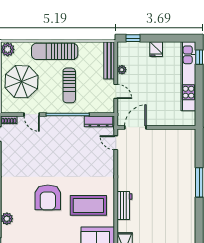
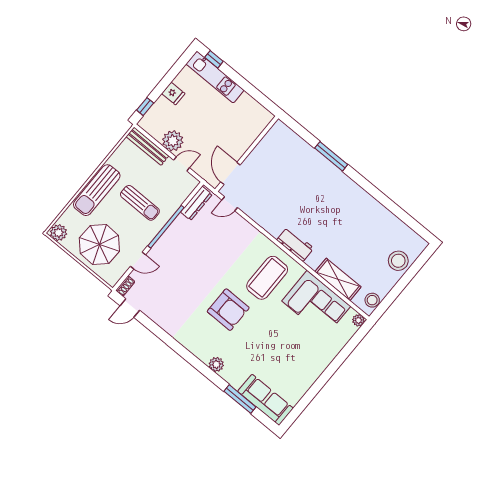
plant: (122, 70) -> (173, 141), width x1.88, depth x1.88
kitchen unit: (188, 76) -> (215, 77), width x0.73

